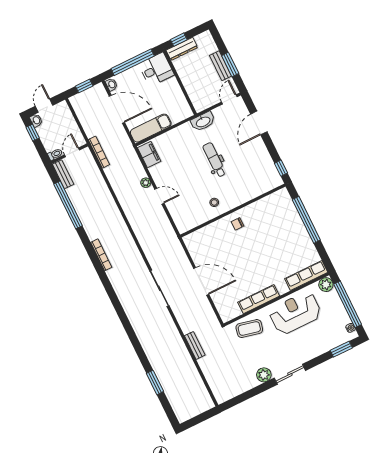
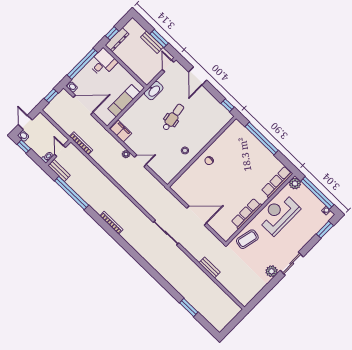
exam couch: (151, 128) -> (124, 101), moved
dental chair: (214, 160) -> (173, 117), turned 81

